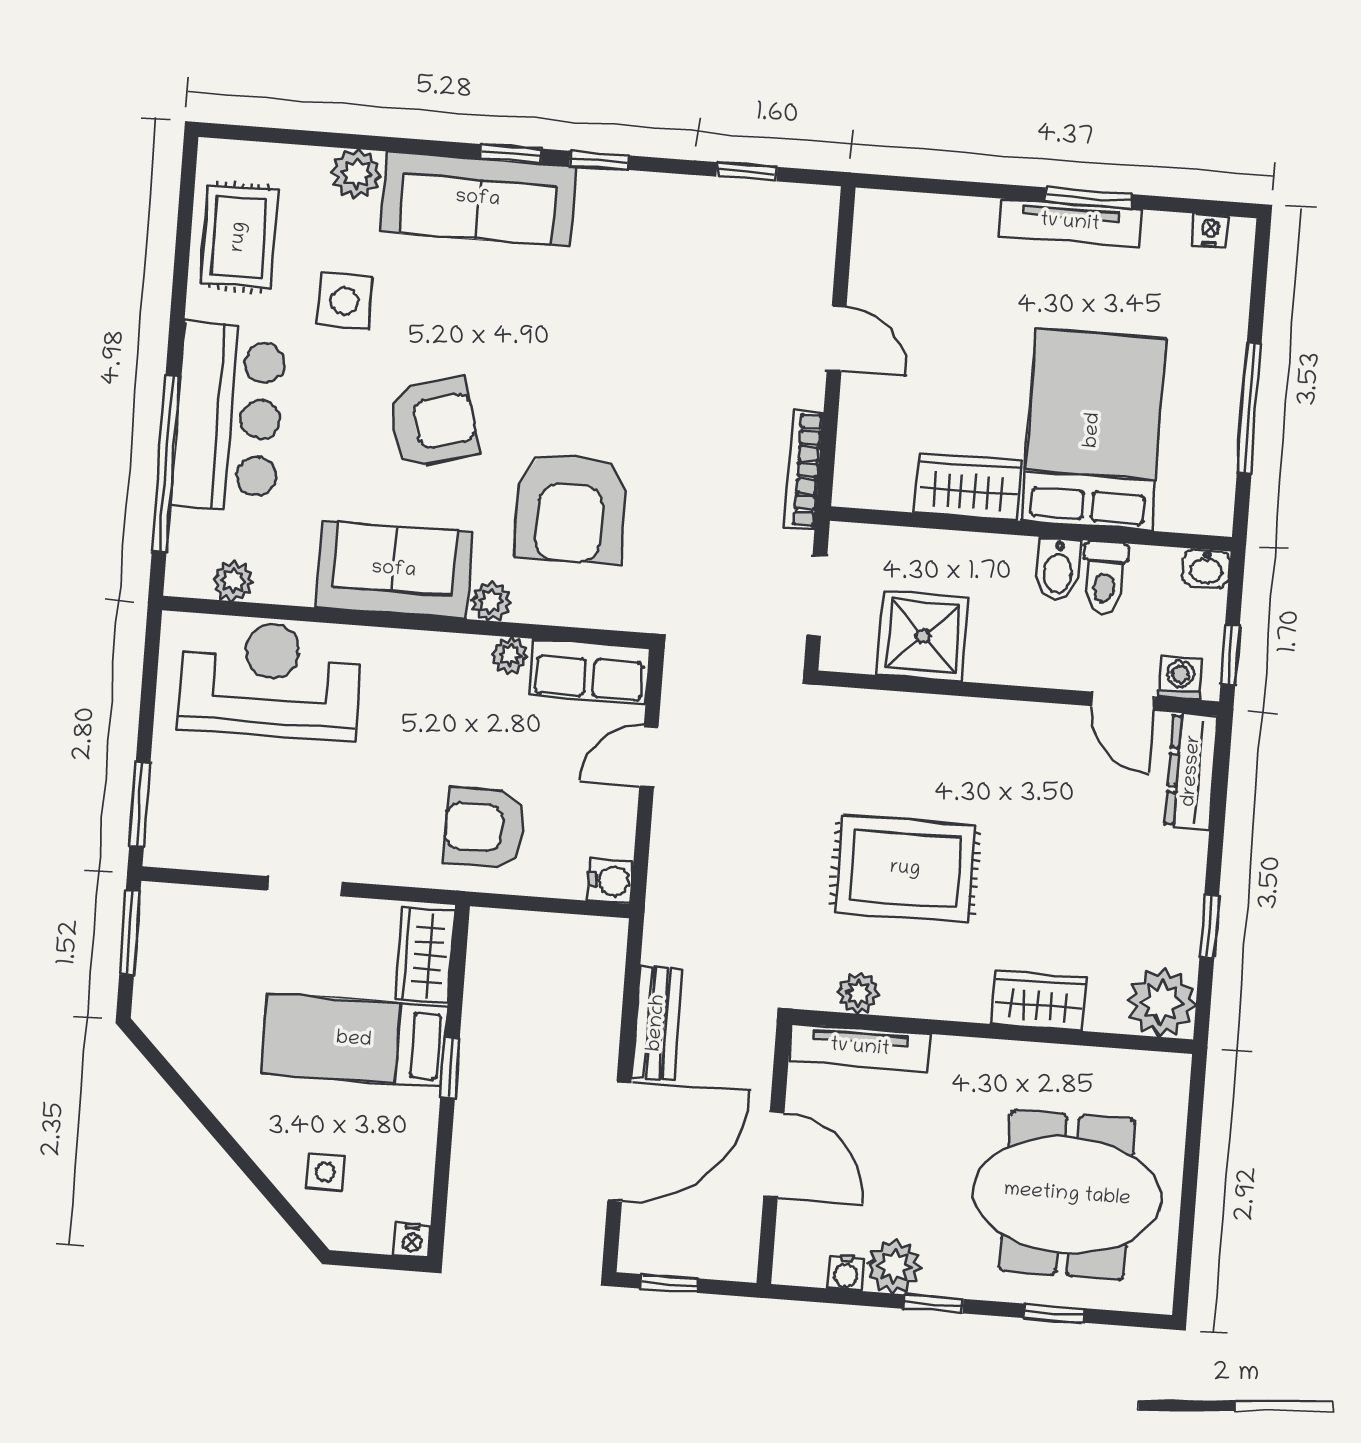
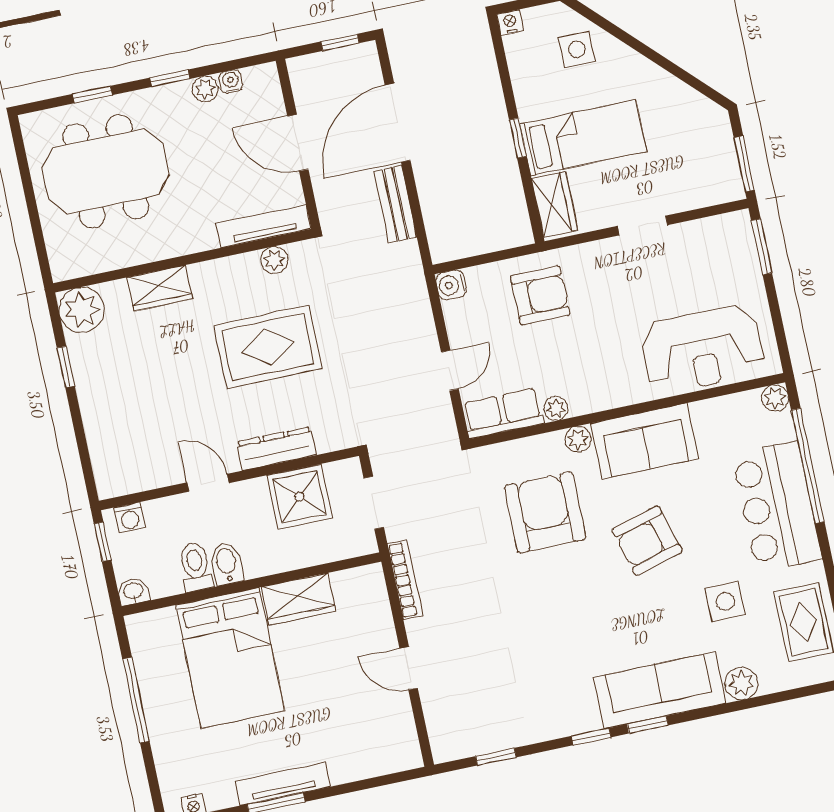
plant: (233, 581) -> (775, 398), moved
door: (1123, 701) -> (208, 483), moved
dresser: (1192, 771) -> (276, 448), moved, turned -90
side table: (325, 1172) -> (577, 49), width x1.37, depth x1.37
plant: (894, 1266) -> (205, 89), width x0.73, depth x0.73

